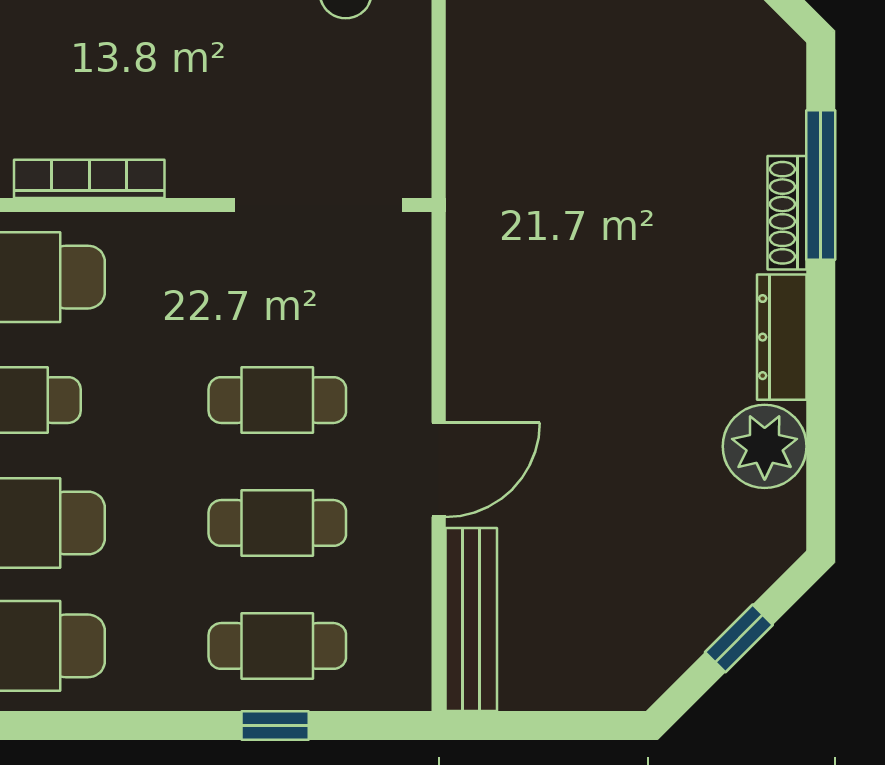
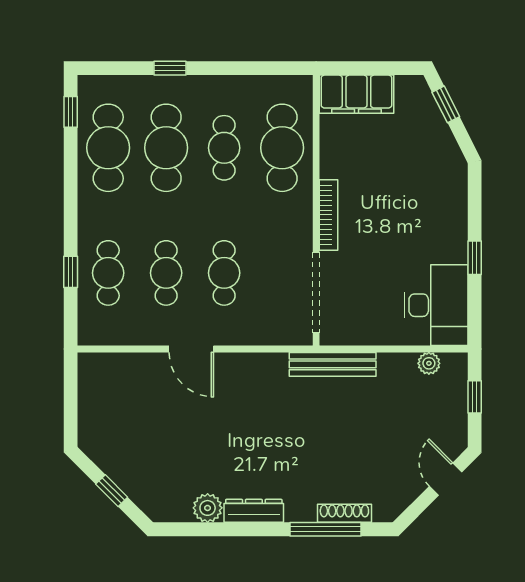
bookcase: (89, 179) -> (328, 215), moved
shoe rack: (787, 213) -> (344, 513), moved
plant: (765, 446) -> (208, 508), width x0.73, depth x0.73
bench: (471, 619) -> (333, 364), moved

